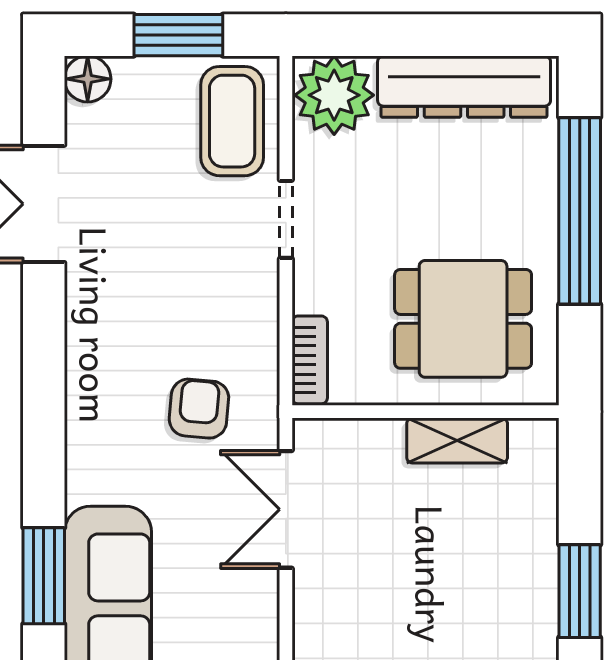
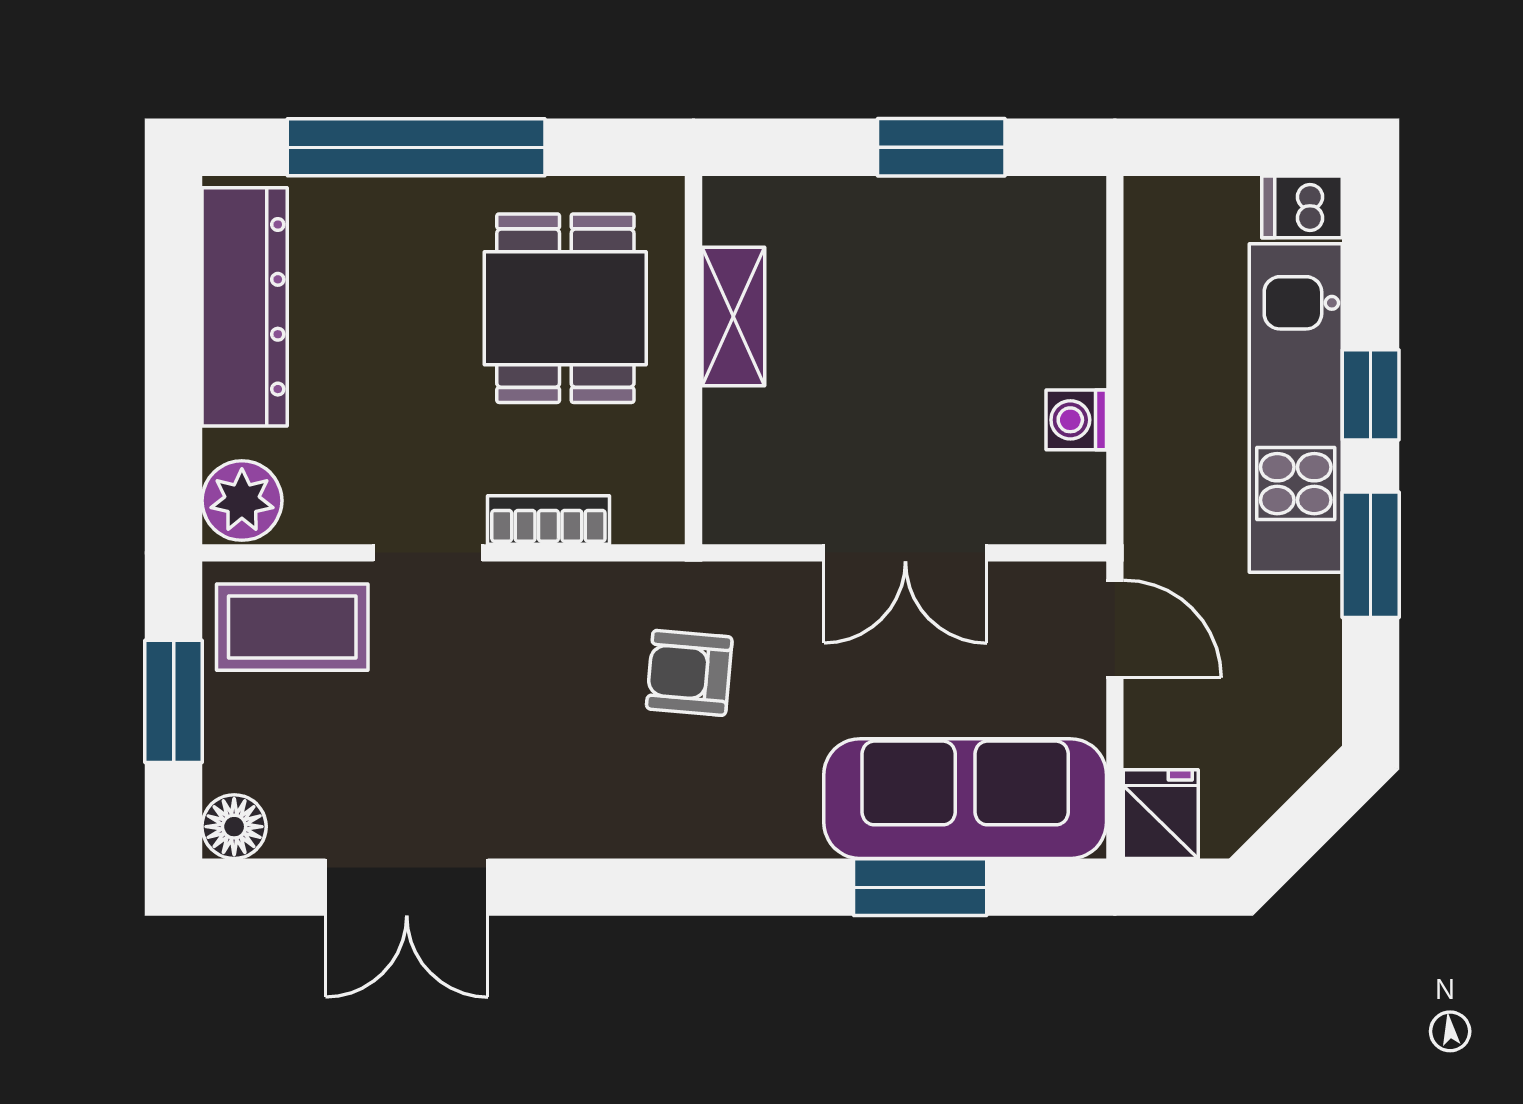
plant: (334, 95) -> (242, 501), width x0.73, depth x0.73
bookcase: (310, 360) -> (548, 520), moved
double door: (286, 509) -> (905, 553), moved

